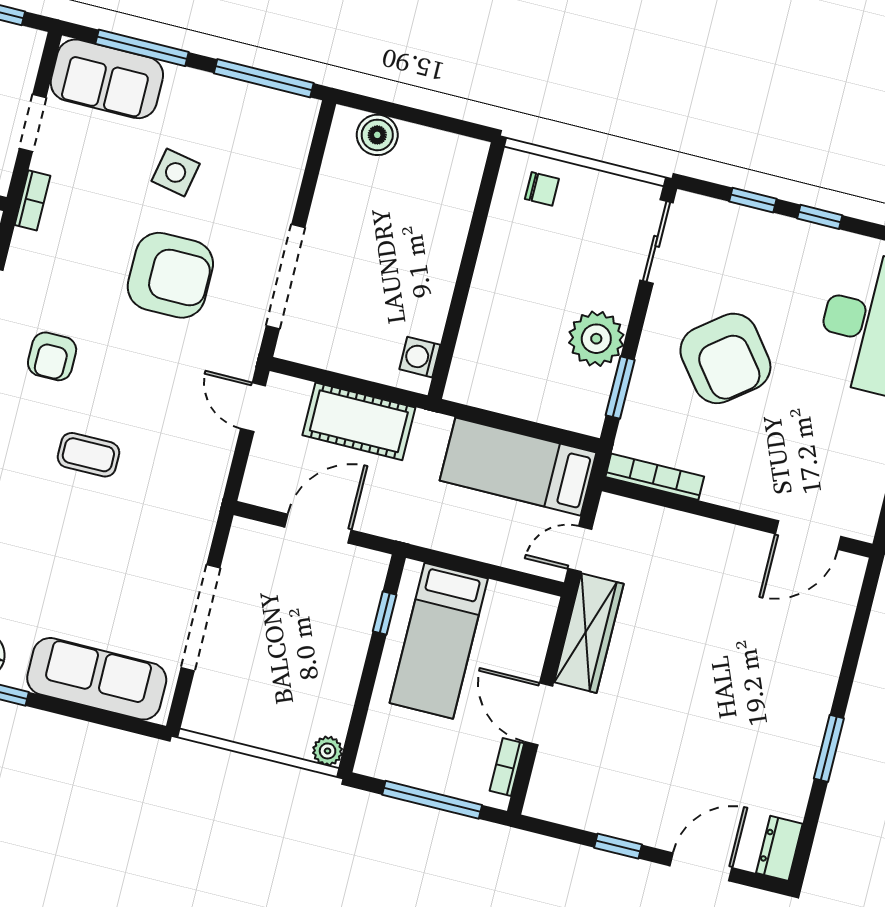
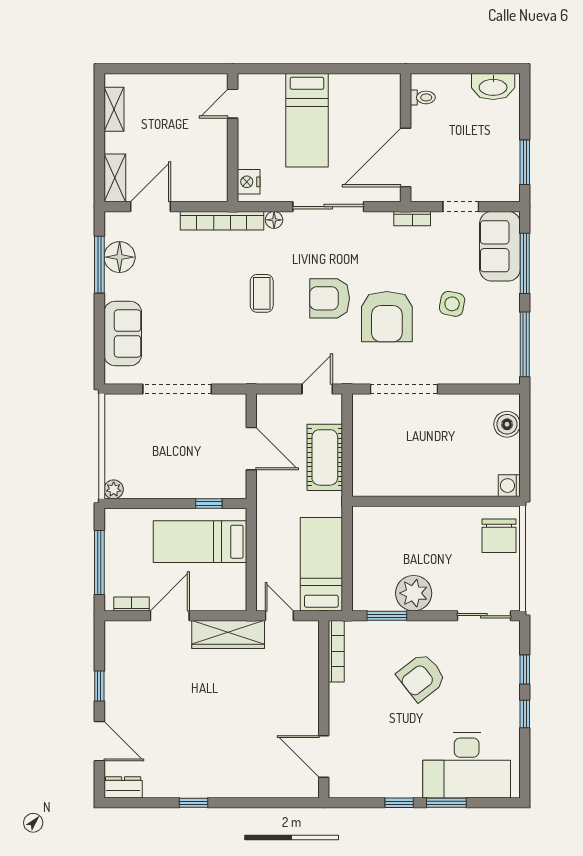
chair: (542, 189) -> (499, 536), width x1.87, depth x1.87
armchair: (52, 356) -> (330, 298), moved, width x1.38, depth x1.38
washing machine: (420, 357) -> (509, 486), moved, turned -90
armchair: (725, 358) -> (421, 677), width x0.73, depth x0.73
sofa: (97, 679) -> (123, 334), width x0.73
window: (829, 748) -> (193, 803), width x0.67

